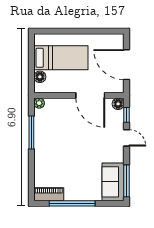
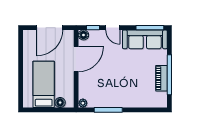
door: (127, 138) -> (113, 28), swing flipped
sofa: (113, 182) -> (145, 39), width x1.36
piano: (49, 194) -> (161, 78), moved

